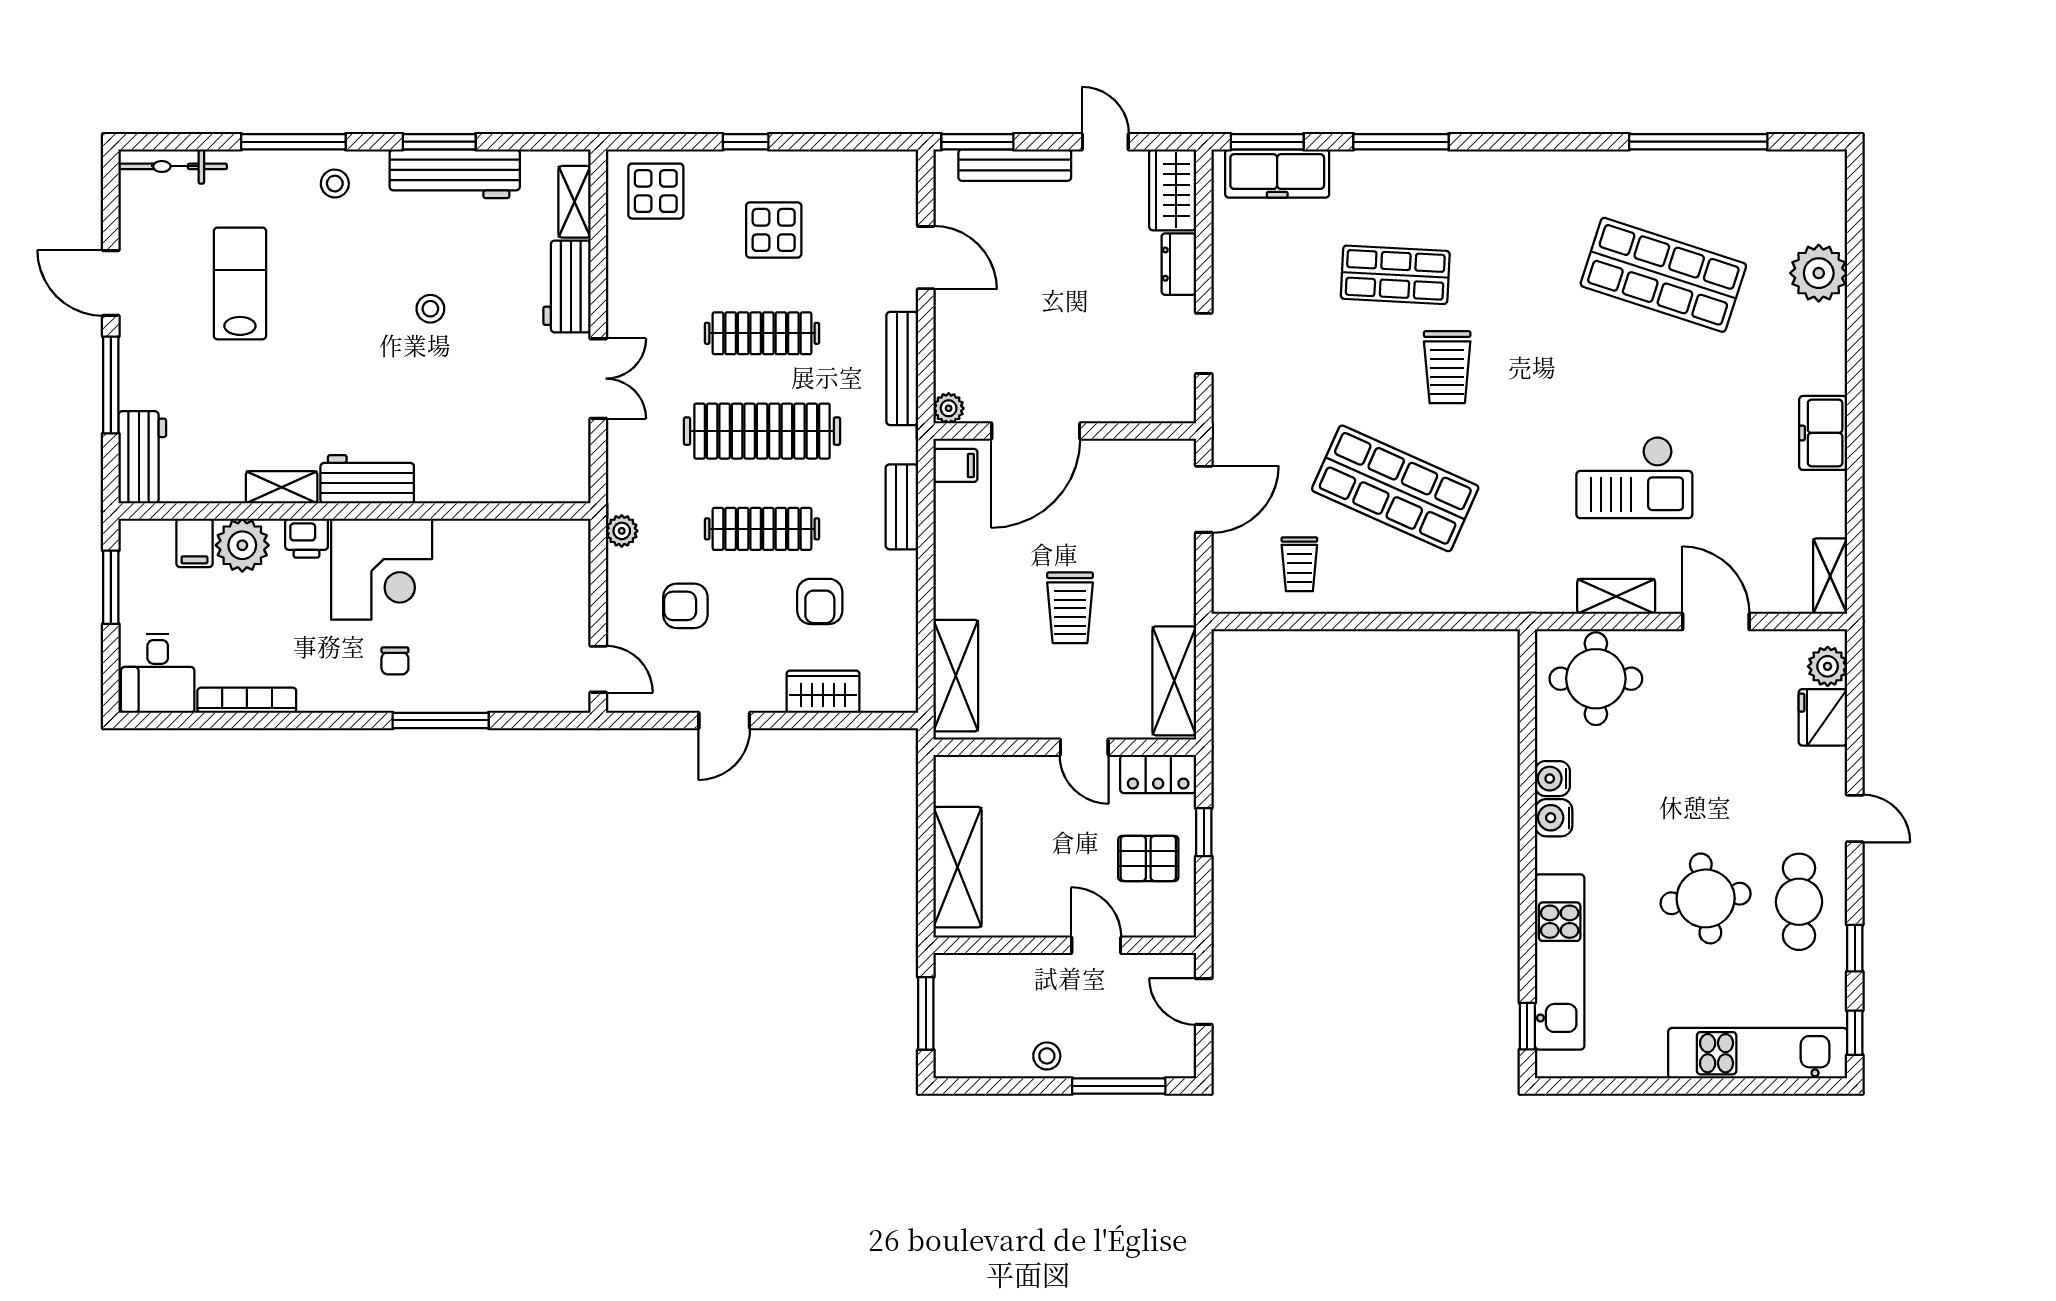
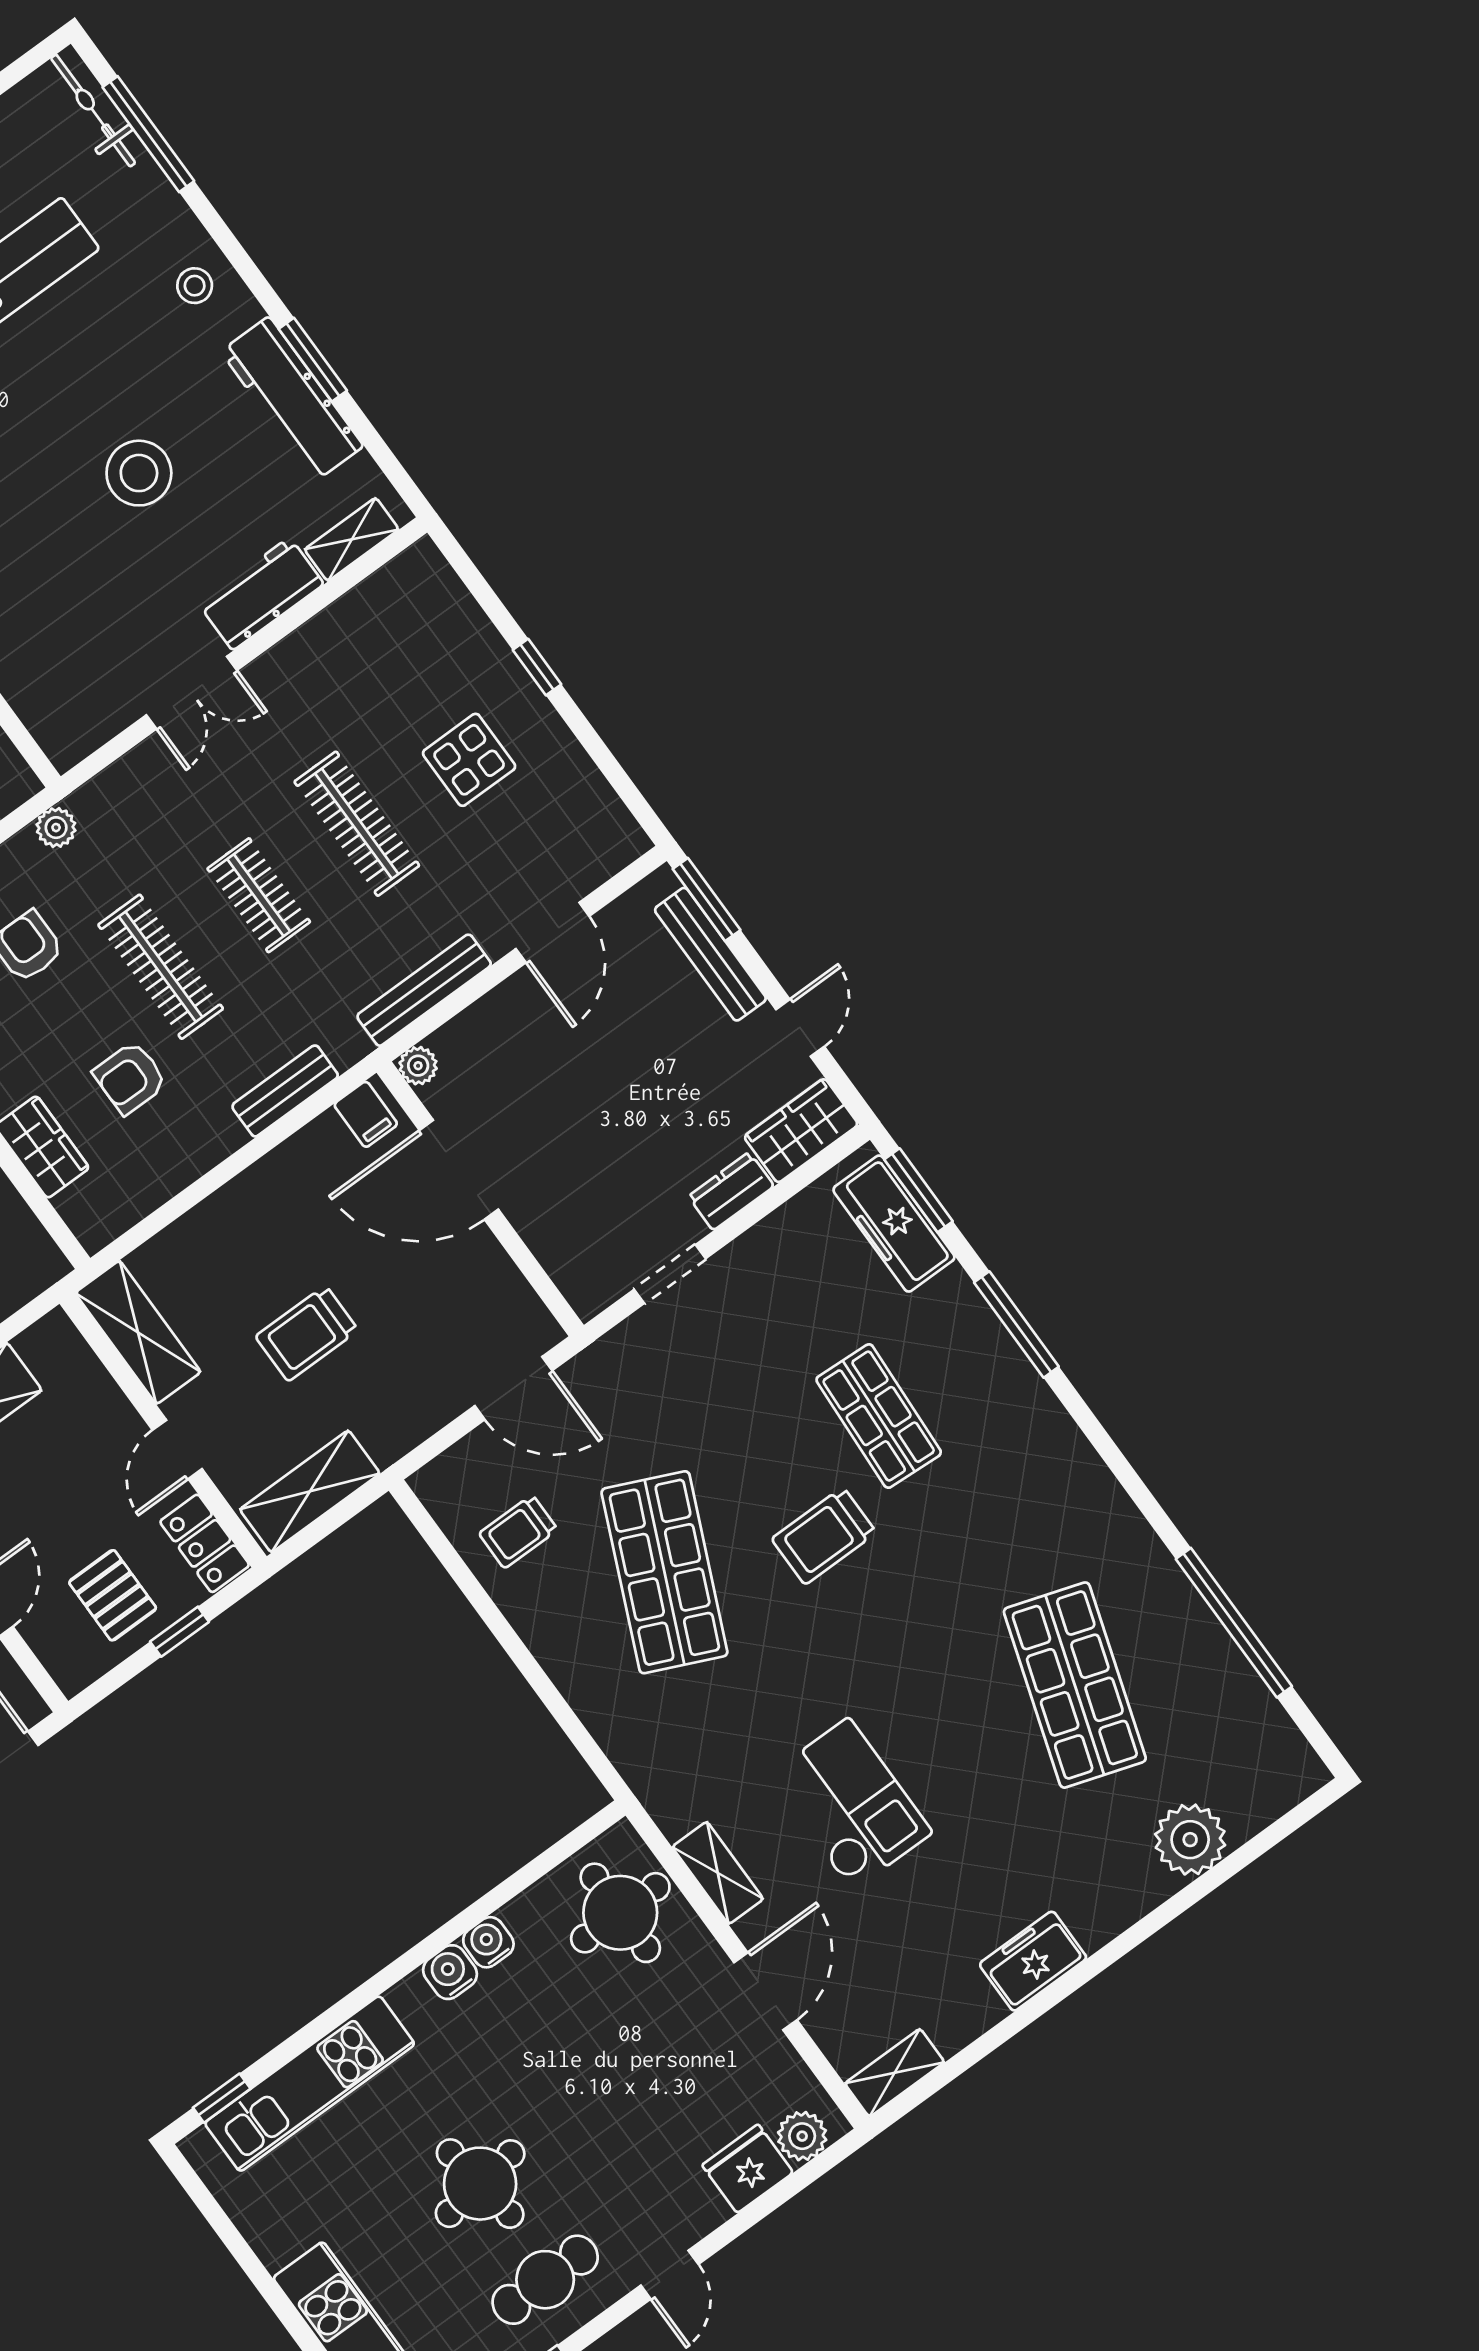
window: (293, 142) -> (148, 134), moved
display table: (656, 191) -> (422, 613), removed
stool: (430, 309) -> (139, 473), width x1.89, depth x1.89
clothes rail: (762, 431) -> (259, 895), width x0.54, depth x0.76
checkout: (1634, 477) -> (850, 1804), turned 180
shelving: (956, 676) -> (138, 1332), moved, turned 90

